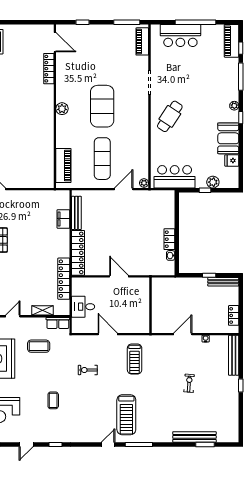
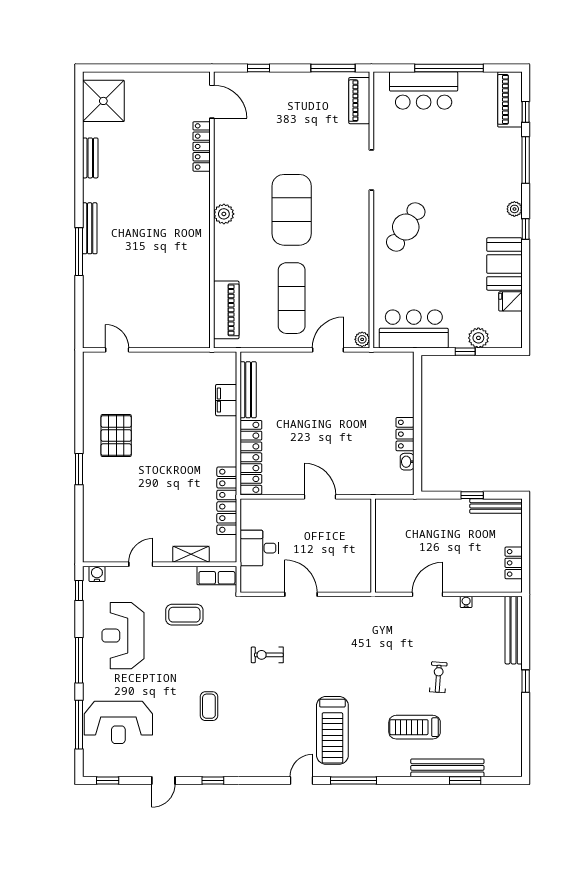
treadmill: (135, 359) -> (415, 727), moved, turned 90

